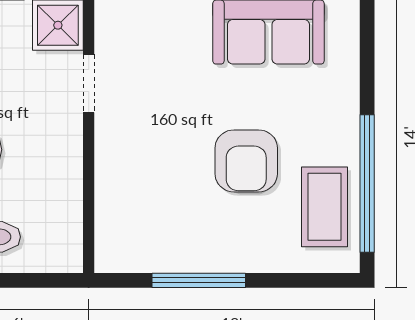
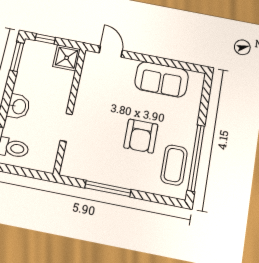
doorway: (89, 84) -> (66, 127), moved

